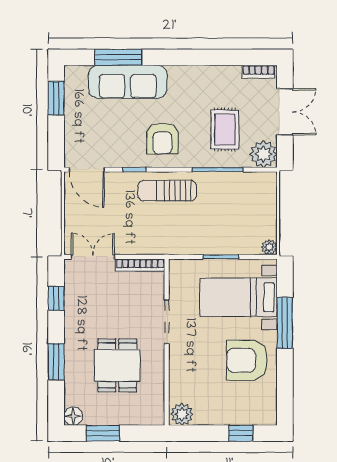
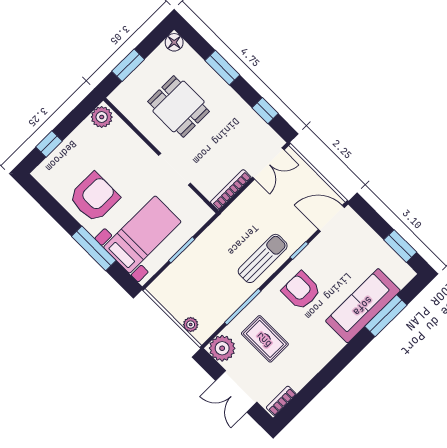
plant: (269, 247) -> (191, 325), moved
window: (103, 433) -> (128, 65), moved

